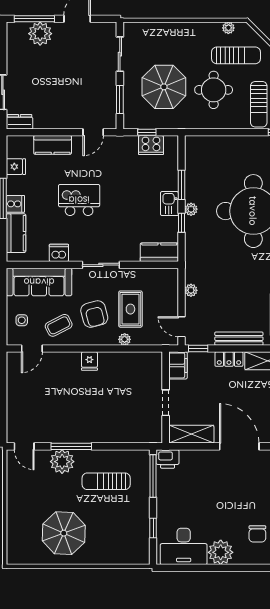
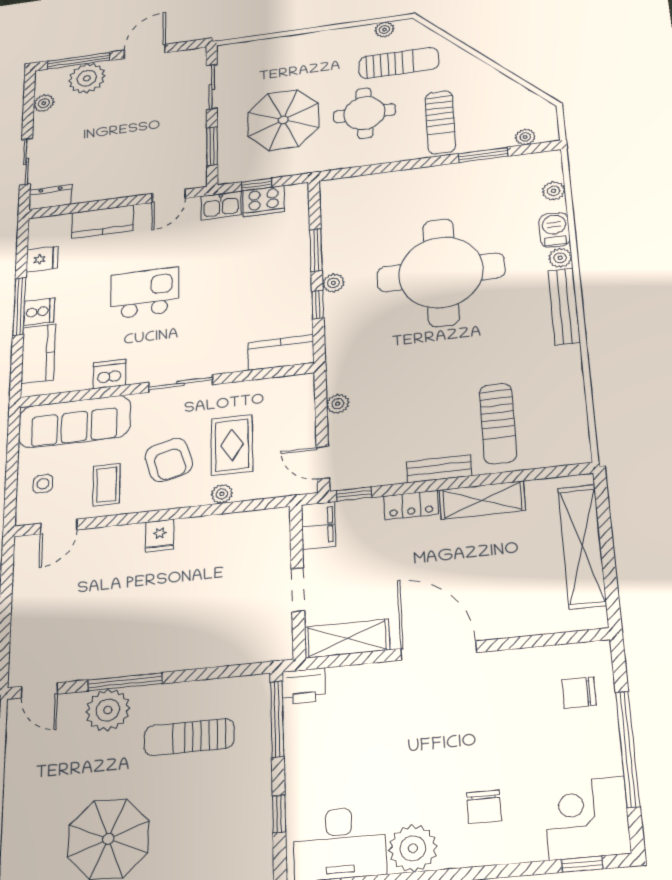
plant: (13, 49) -> (44, 103), added
kitchen sink: (169, 204) -> (221, 206), moved, turned -90
coffee table: (59, 325) -> (107, 485), turned -63
bench: (239, 339) -> (439, 469), width x0.73

